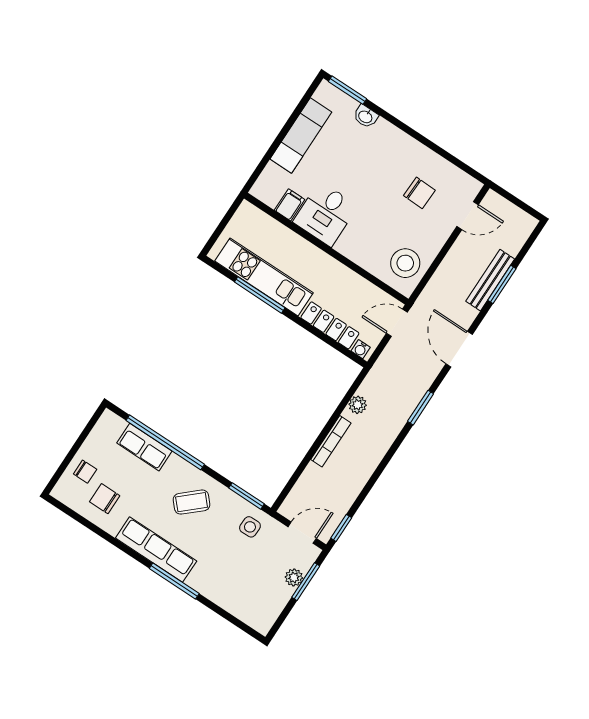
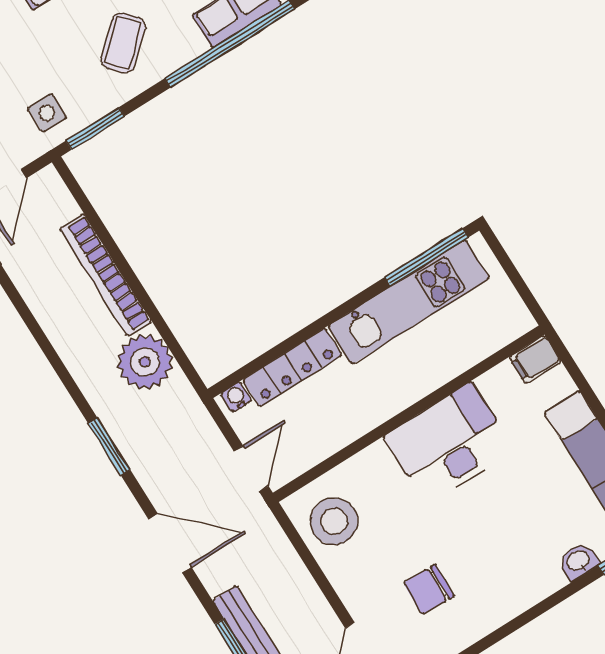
filing cabinet: (290, 205) -> (535, 359), moved, turned 90
desk: (325, 214) -> (449, 443), width x1.37
window: (260, 295) -> (427, 257), moved
plant: (358, 405) -> (145, 362), width x1.87, depth x1.87
bookcase: (331, 441) -> (106, 275), width x1.48, depth x1.31

